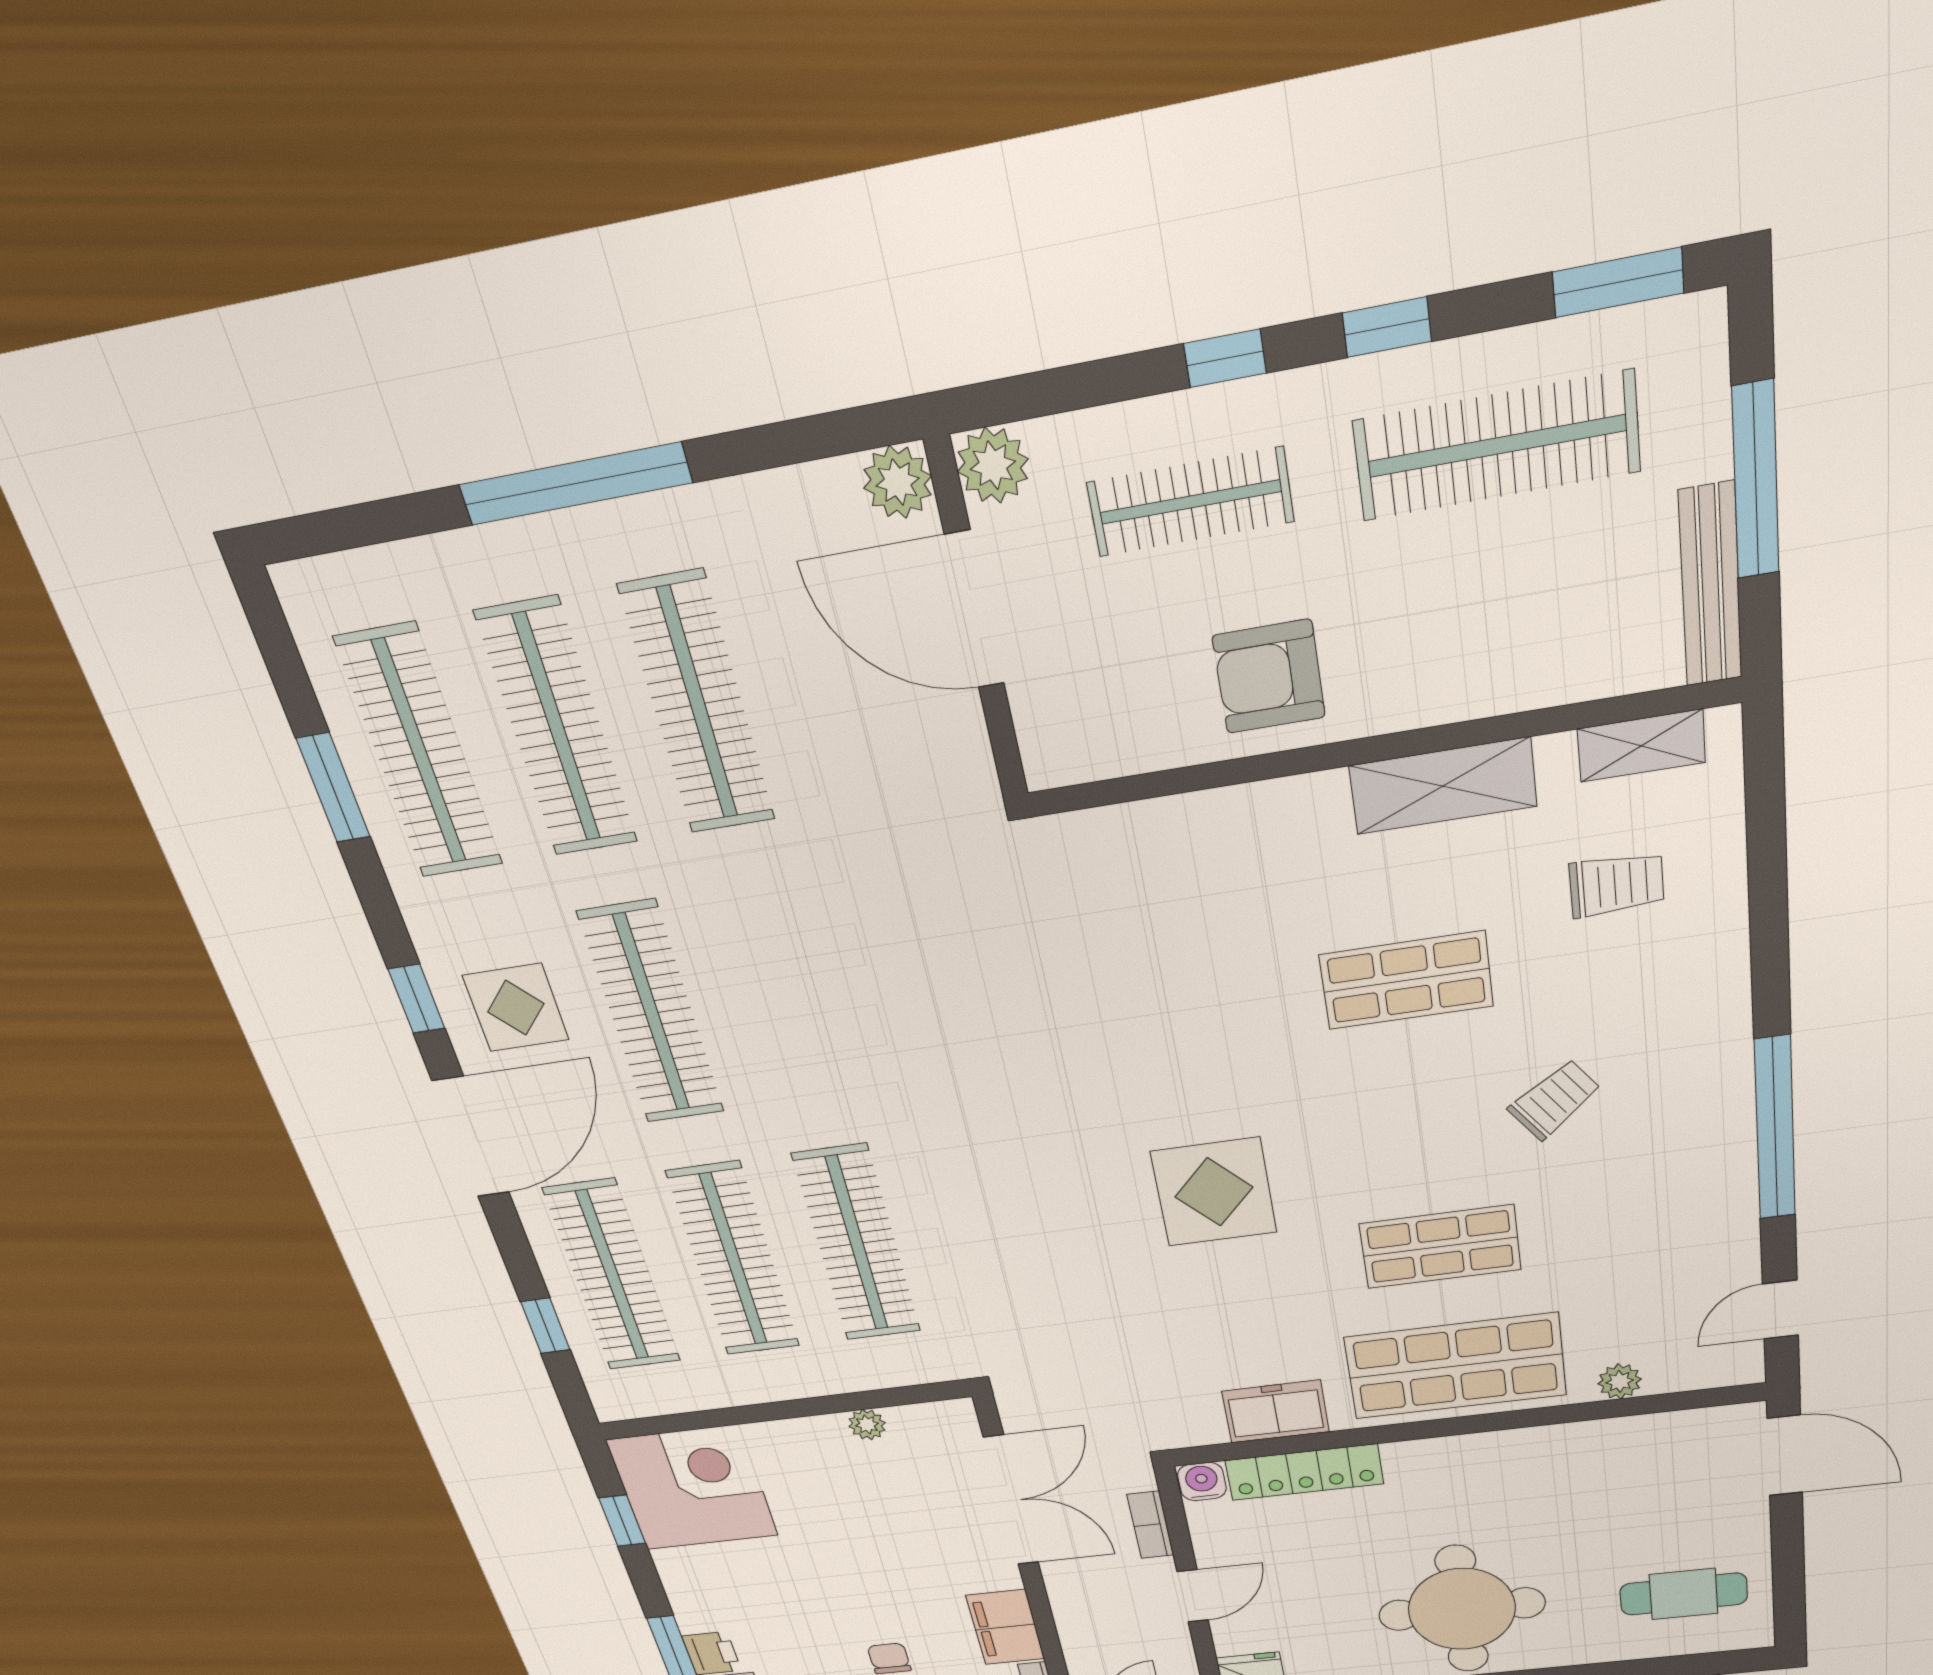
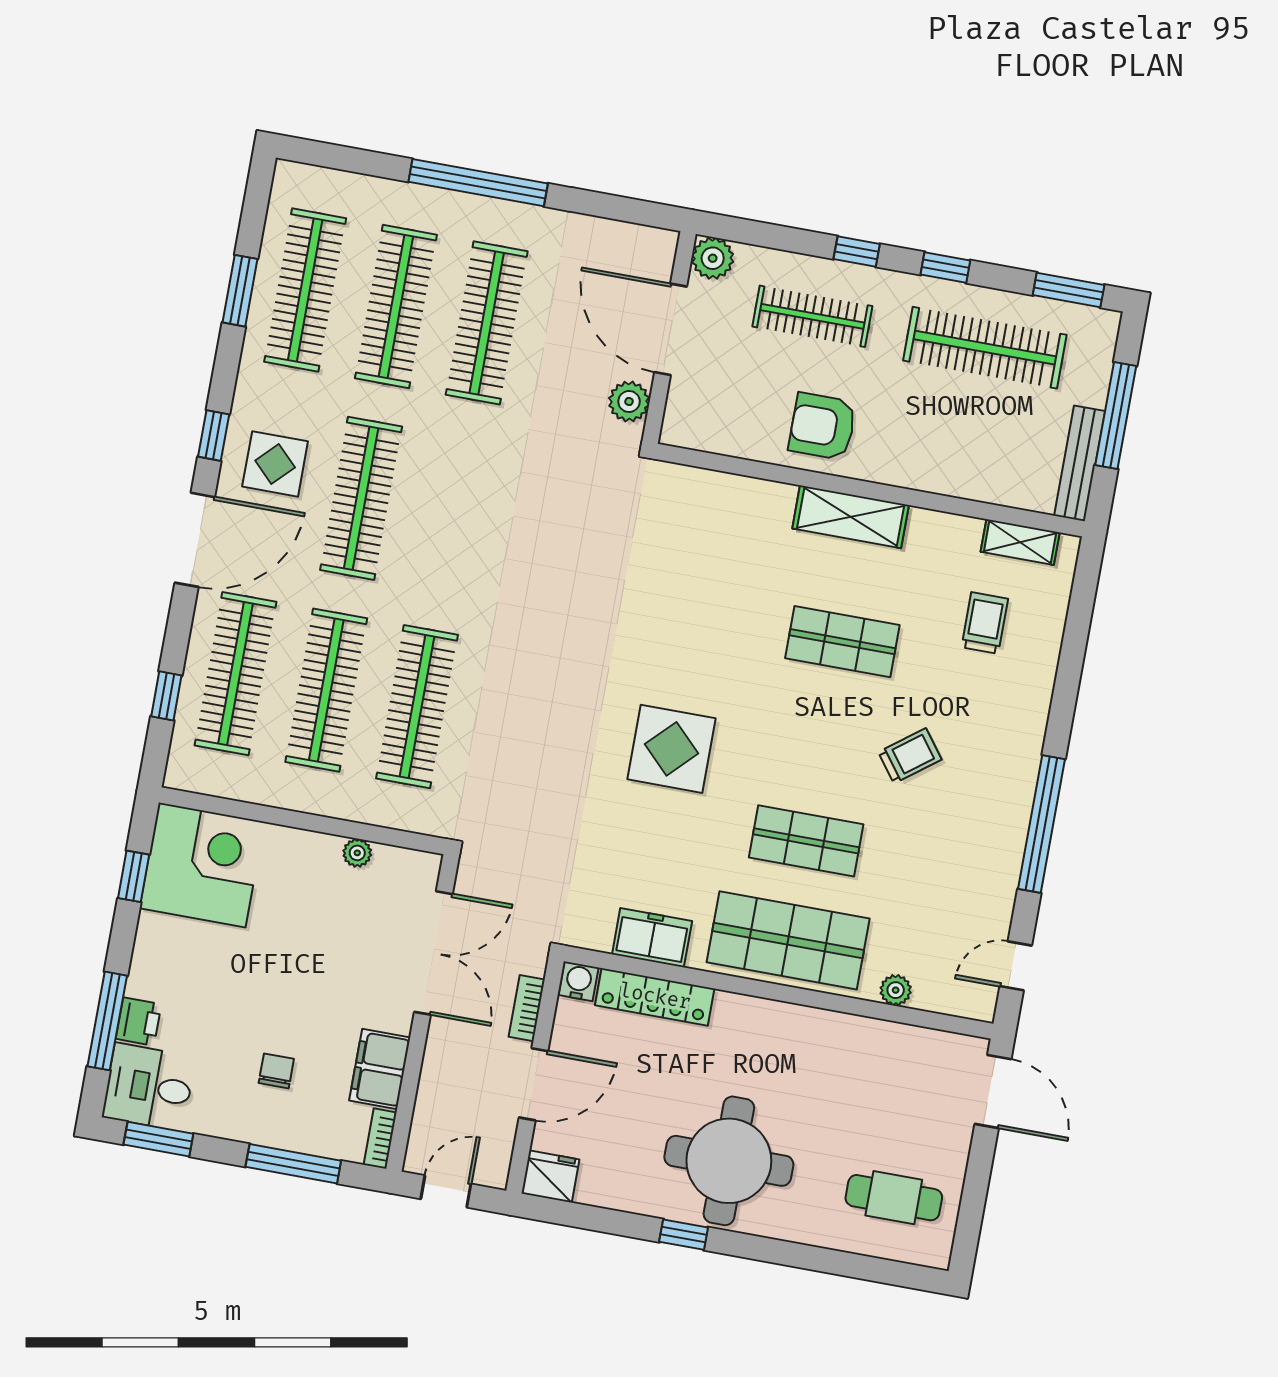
plant: (898, 482) -> (629, 402), moved
shelving: (1443, 786) -> (851, 517), moved
trolley: (1617, 885) -> (985, 623), turned -90
door: (1193, 1596) -> (533, 1084), width x1.38

